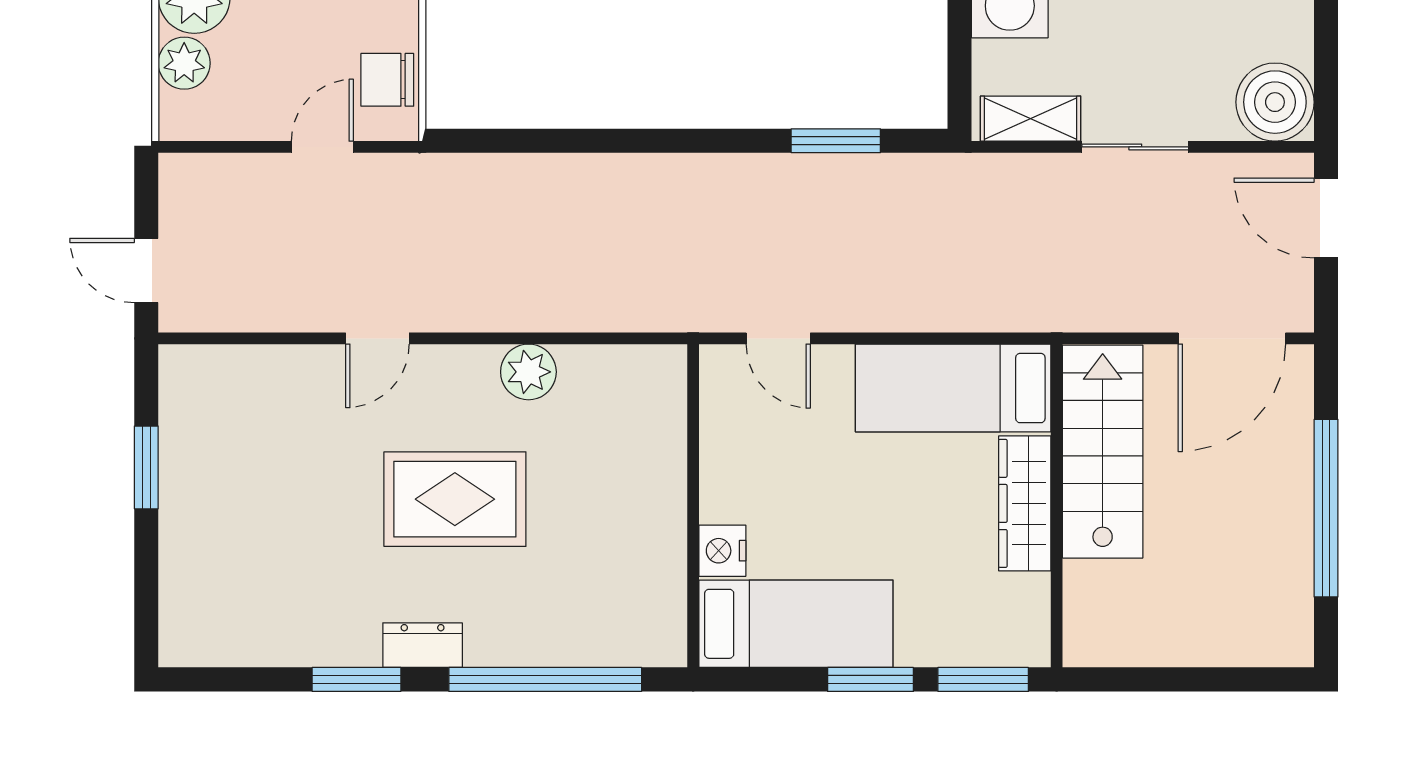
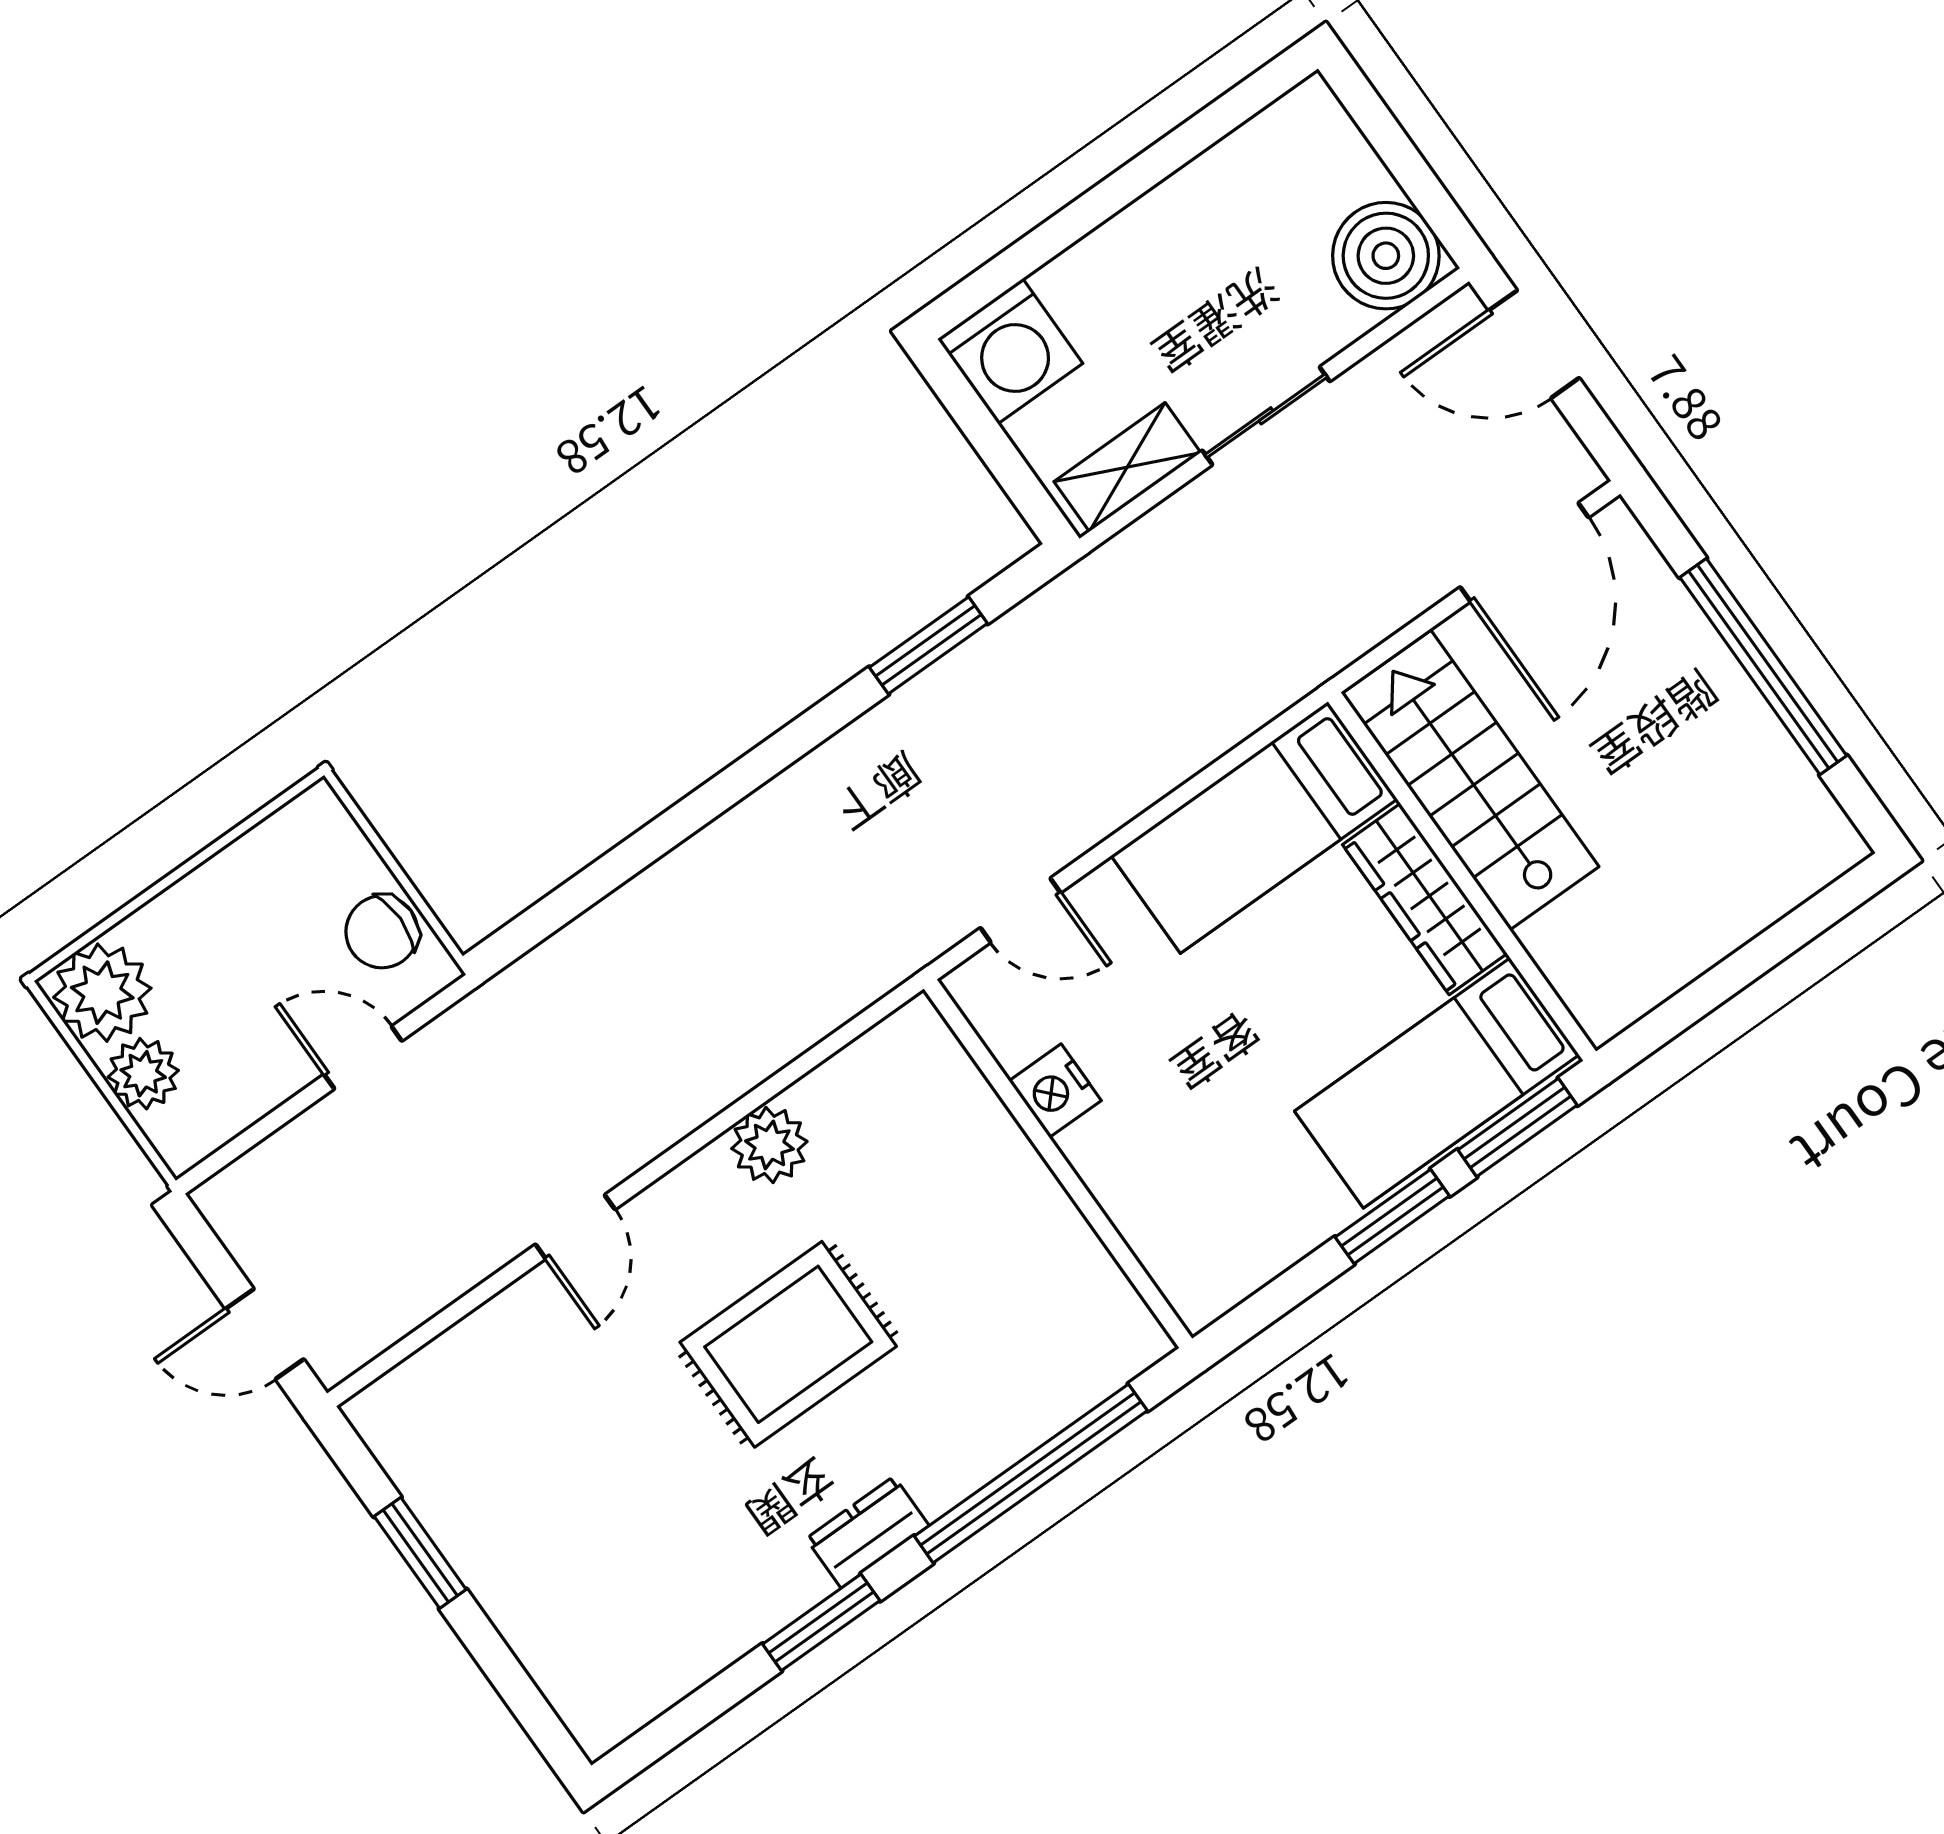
door: (322, 147) -> (363, 1058), hinge flipped
nightstand: (722, 551) -> (1055, 1091), moved
bed: (796, 624) -> (1437, 1083), moved, turned 180

